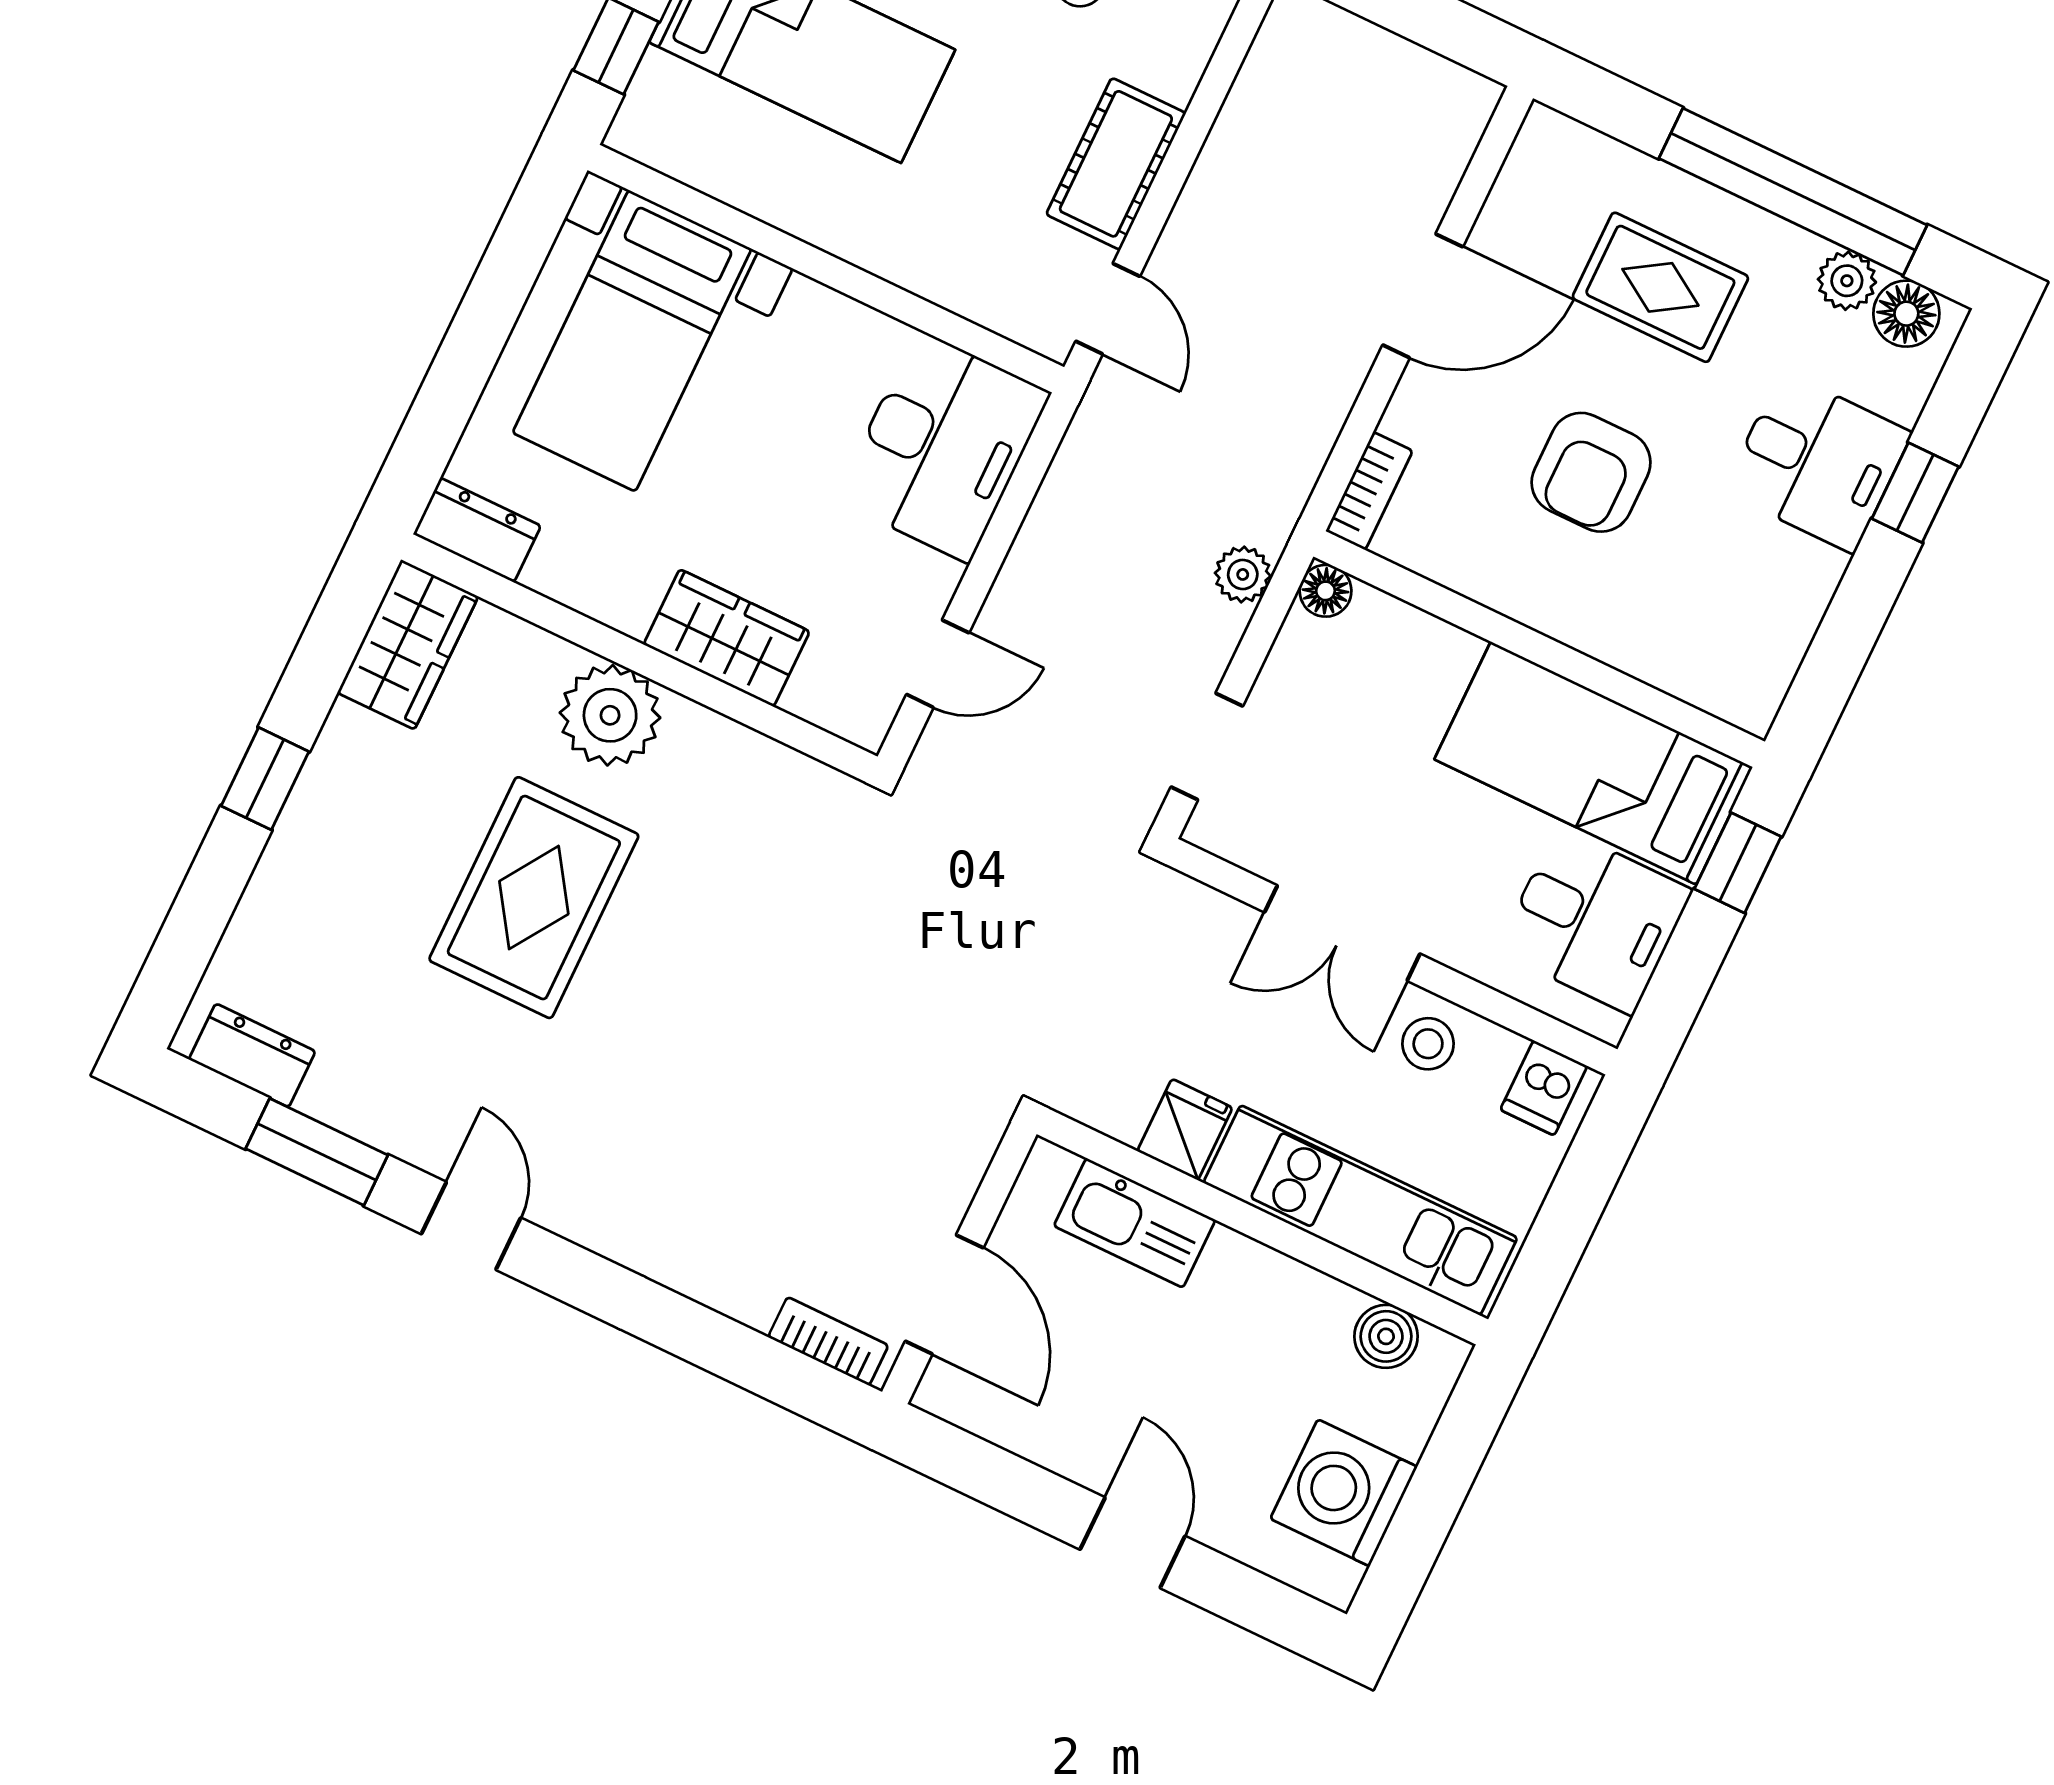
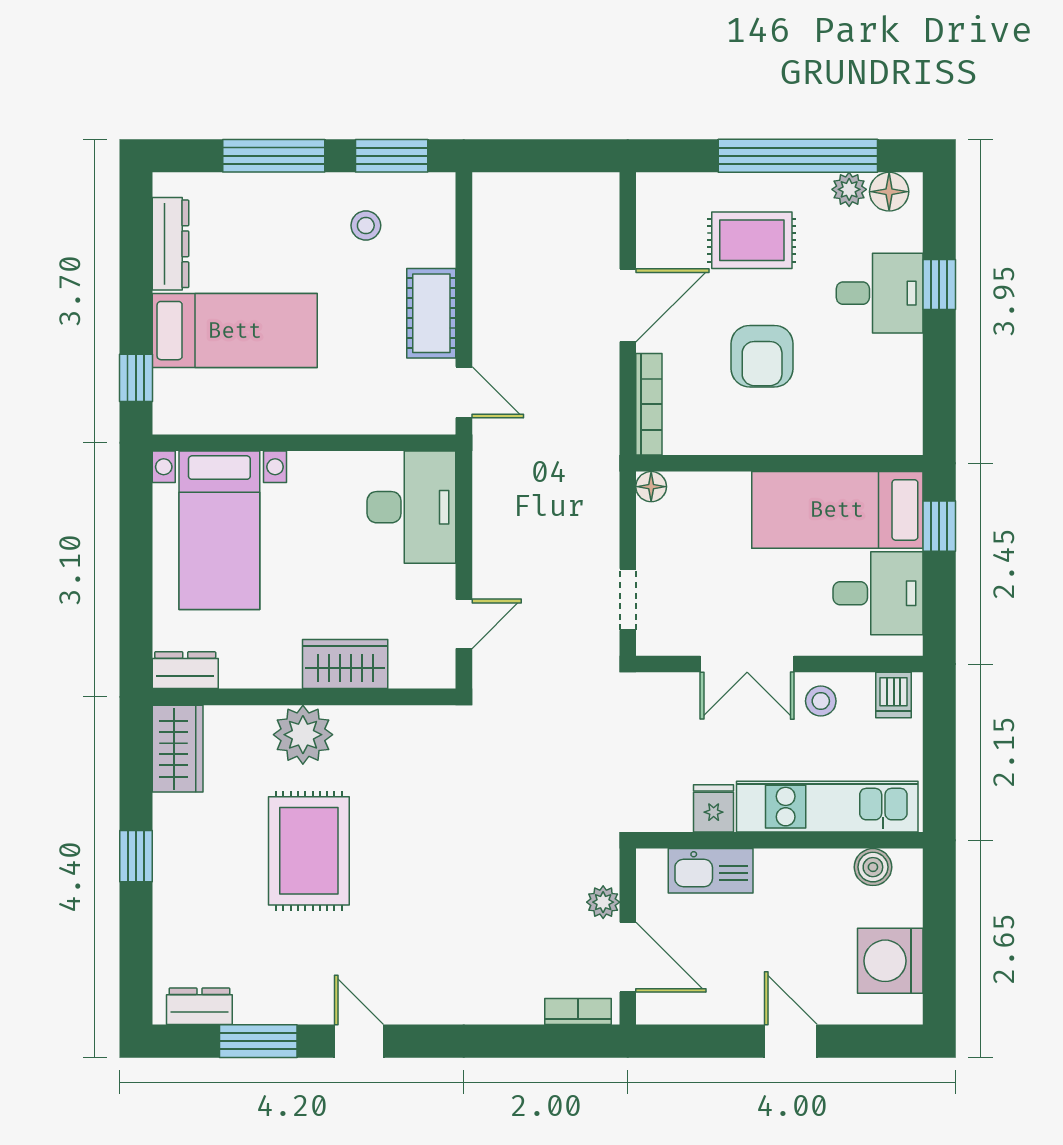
bookcase: (1369, 491) -> (649, 404), width x1.56
plant: (1243, 574) -> (603, 902), moved

